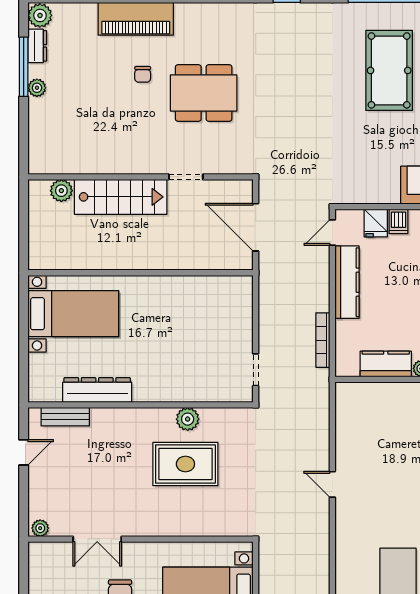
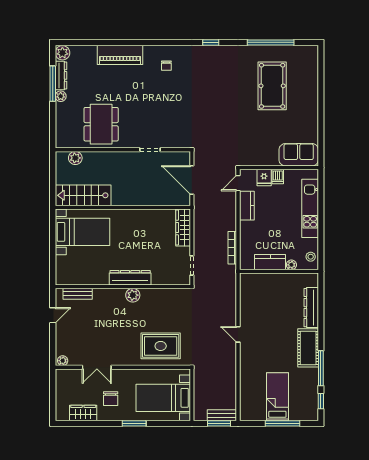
dresser: (37, 46) -> (61, 75), width x1.44
chair: (143, 74) -> (166, 66), moved
dining table: (204, 93) -> (101, 124), moved, turned 90
stairs: (121, 197) -> (83, 195), moved, turned 180
kitchen counter: (347, 282) -> (247, 206), width x0.67
wardrobe: (241, 306) -> (183, 227), added
dresser: (97, 390) -> (130, 278), moved
plant: (188, 419) -> (133, 295), moved
rug: (185, 464) -> (161, 346), moved

